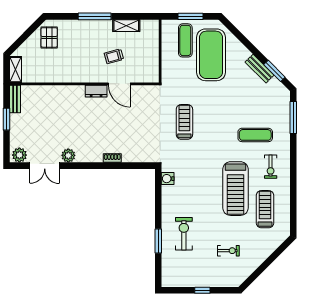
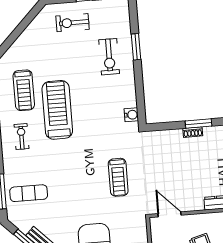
door: (119, 84) -> (170, 214), moved
exercise mat: (255, 135) -> (29, 193), moved
window: (106, 166) -> (198, 123), added
exercise bike: (228, 251) -> (73, 23), moved, width x1.38, depth x1.39

